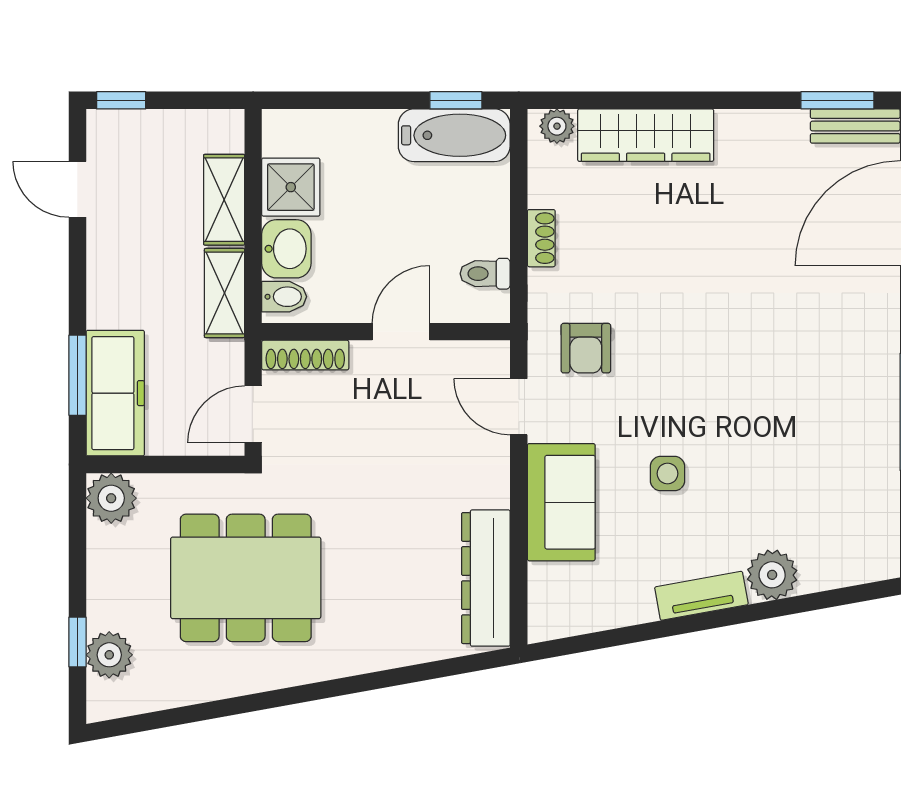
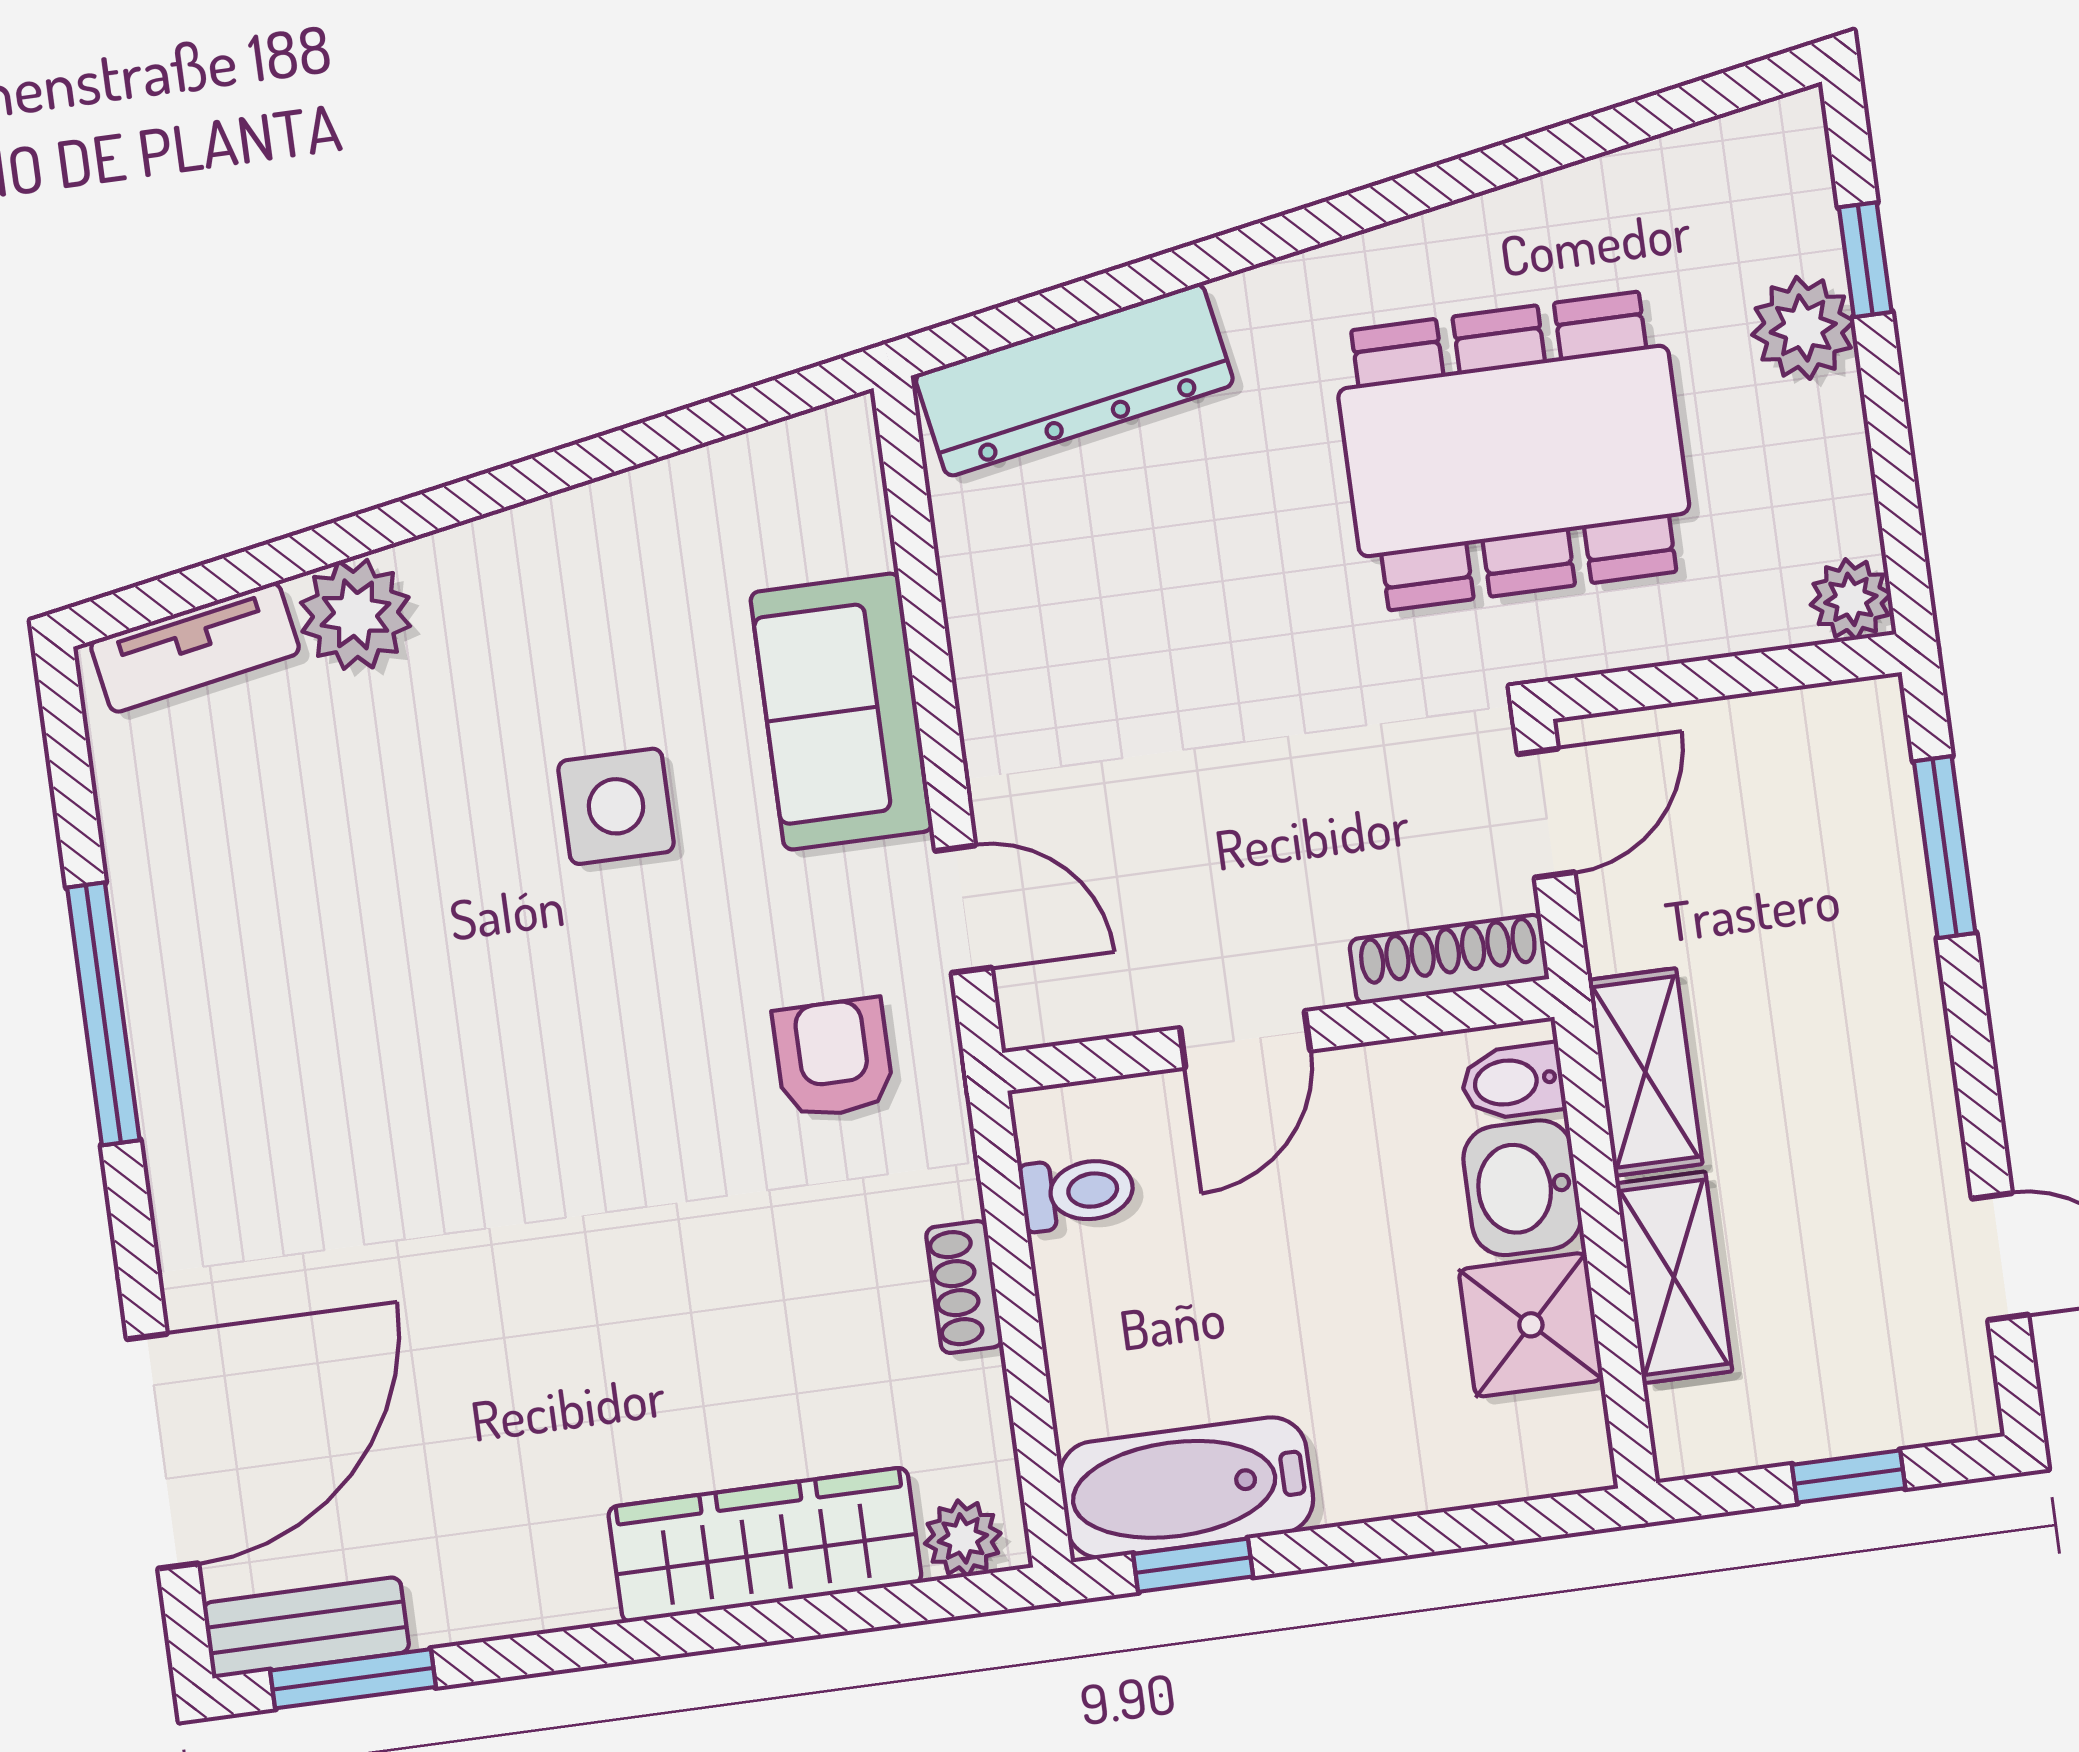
window: (121, 100) -> (1849, 1477), moved
freezer: (115, 393) -> (1856, 819), removed
side table: (668, 474) -> (616, 806), width x1.37, depth x1.37
plant: (111, 498) -> (1851, 599), width x0.73, depth x0.73
dresser: (486, 578) -> (1074, 380), moved, turned 80
tv unit: (701, 596) -> (195, 647), moved
plant: (109, 655) -> (1803, 328), moved

